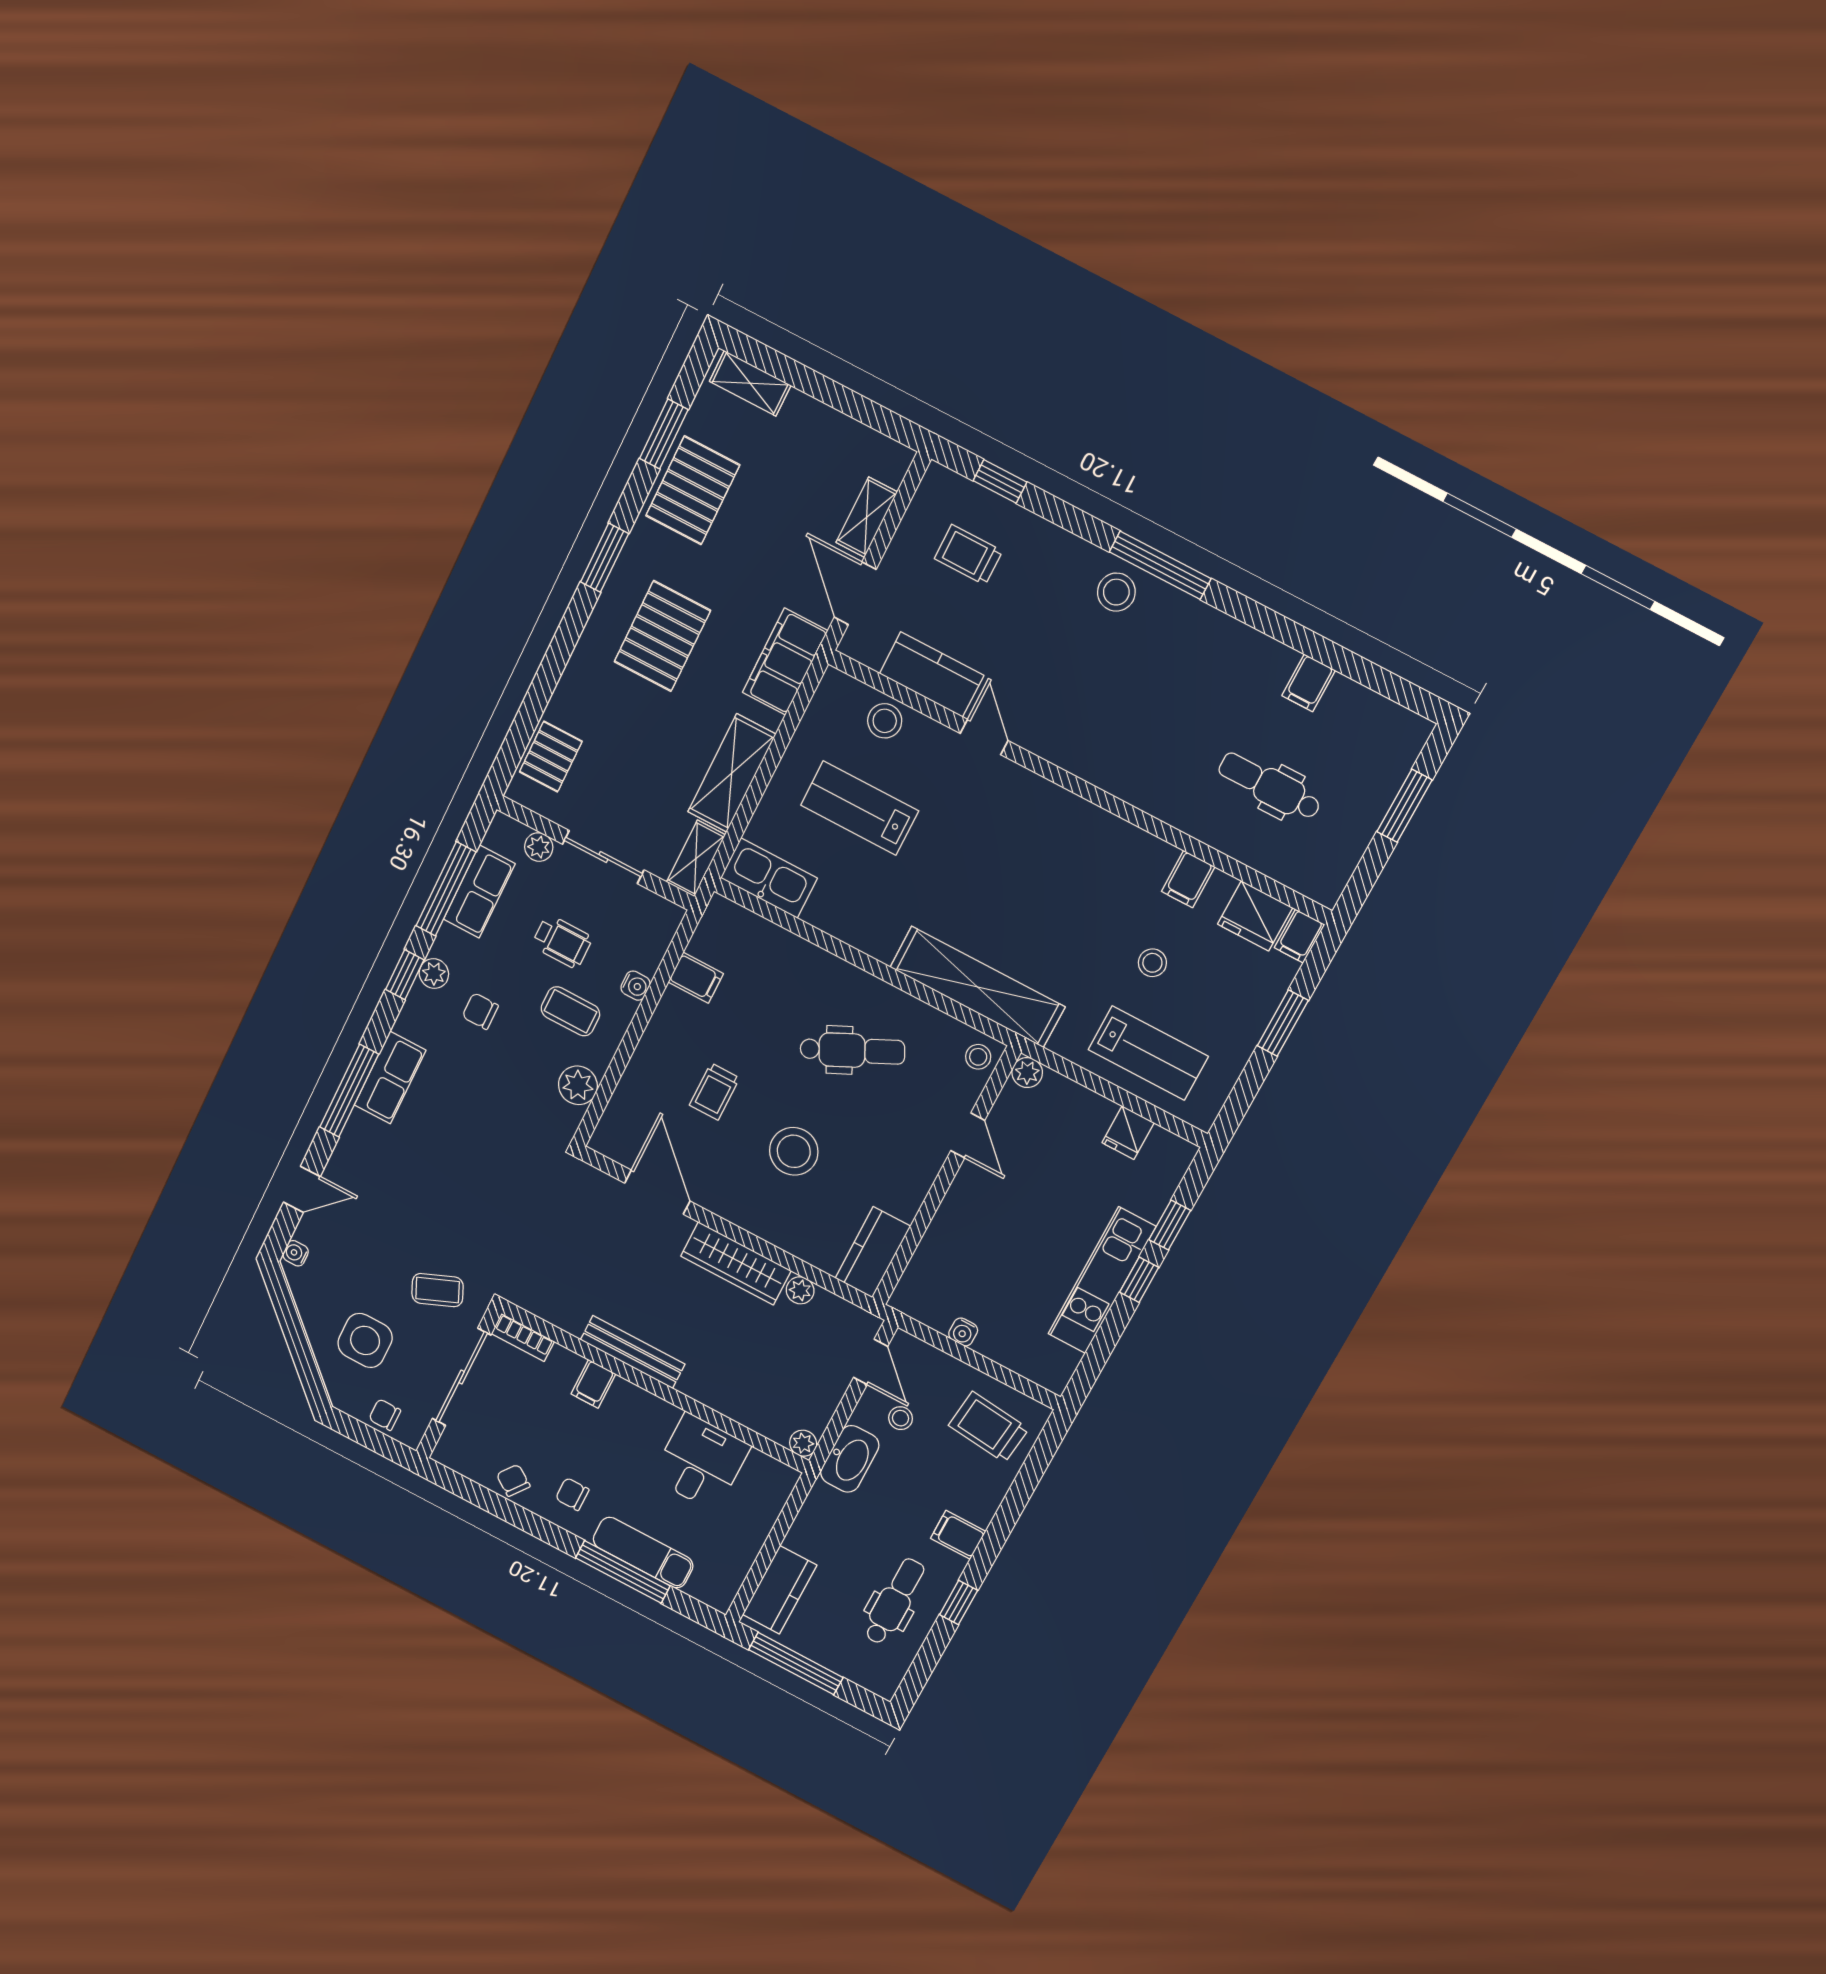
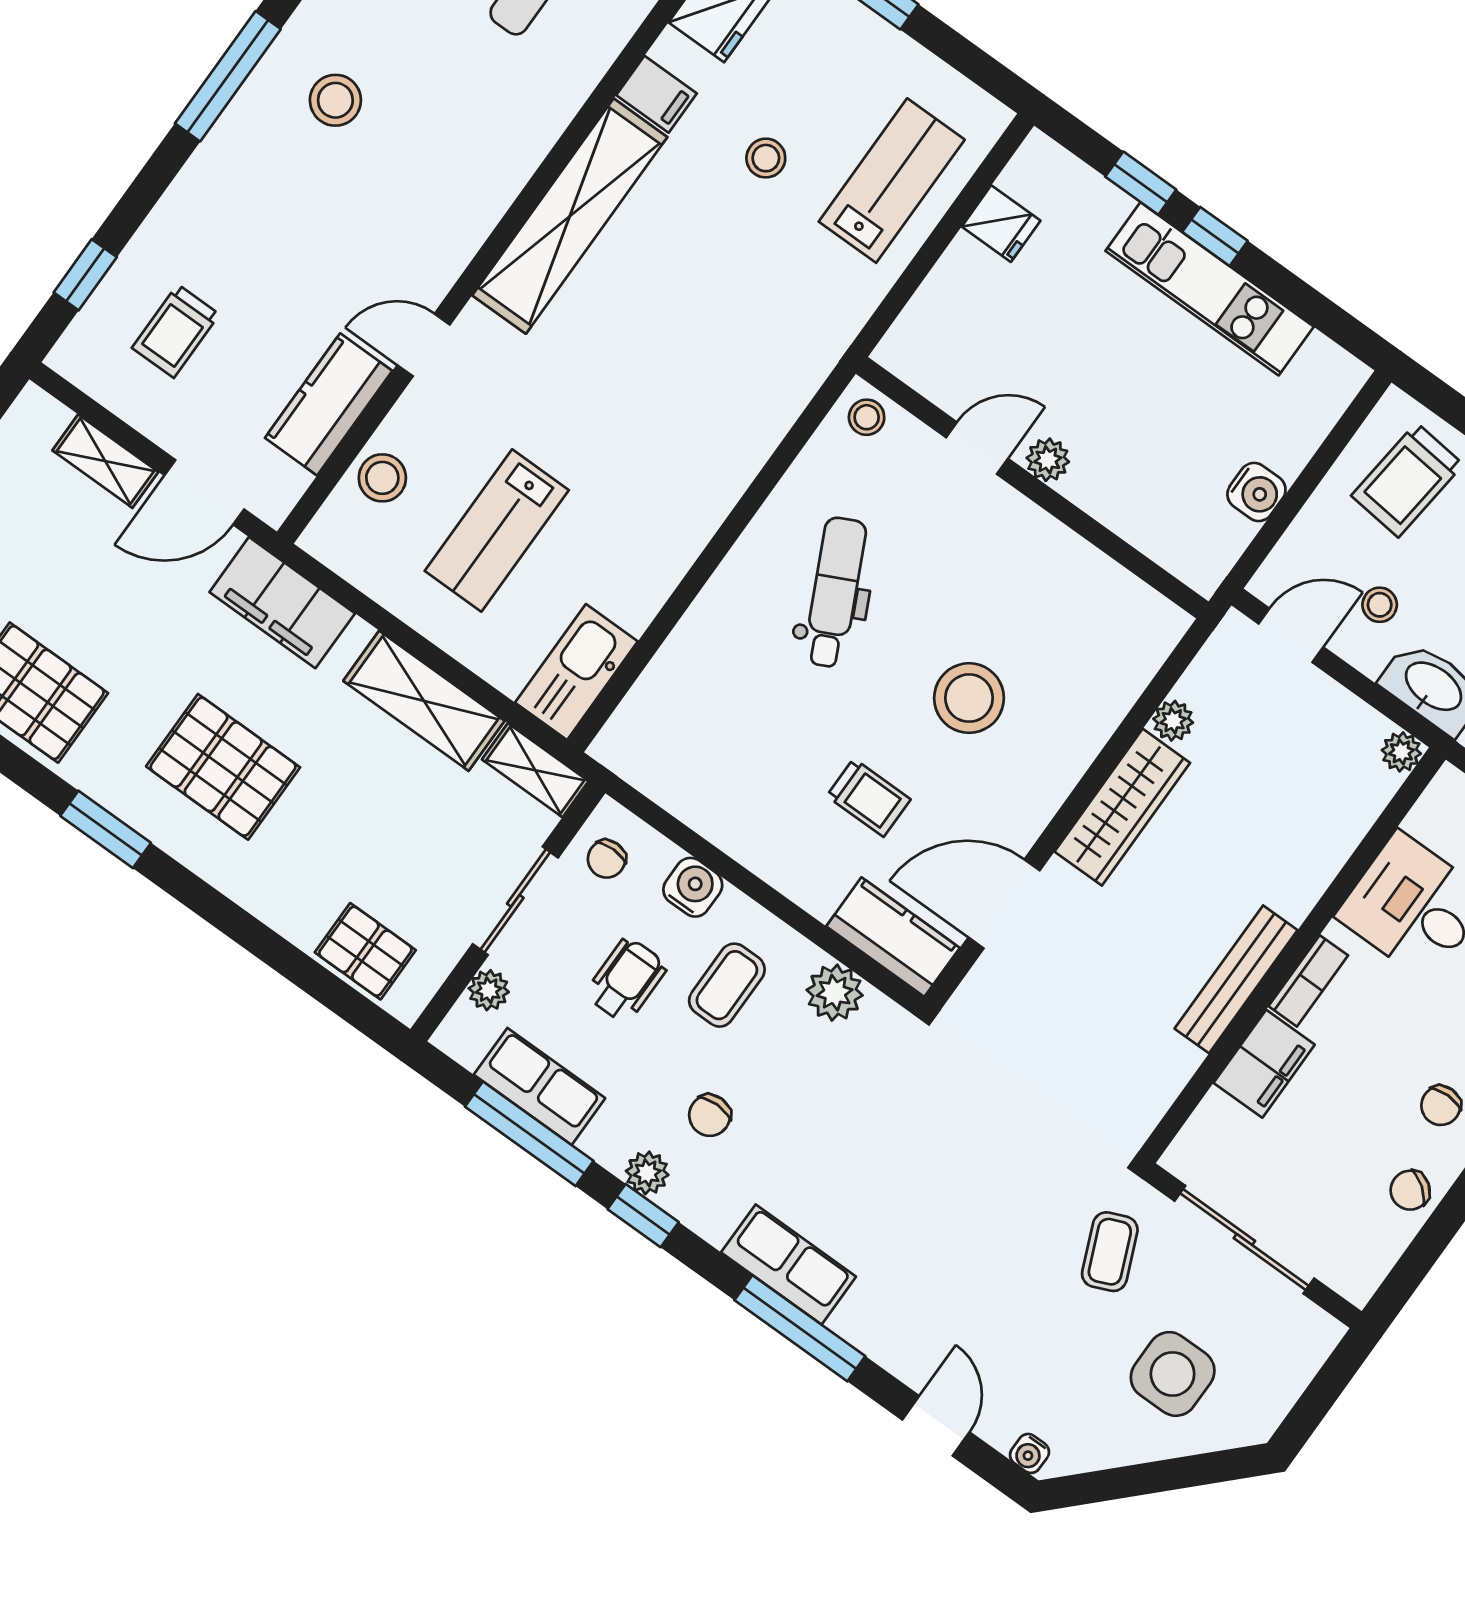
stool: (1116, 592) -> (335, 100), moved
filing cabinet: (696, 978) -> (703, 798), removed
water cooler: (635, 986) -> (693, 887), width x1.38, depth x1.38
shelving: (977, 987) -> (570, 216), moved
plant: (1027, 1073) -> (1048, 460), moved
kitchen counter: (873, 1252) -> (893, 937), moved, turned 180
water cooler: (963, 1332) -> (1256, 492), width x1.38, depth x1.38
bookcase: (523, 1338) -> (1308, 981), moved
filing cabinet: (593, 1384) -> (1264, 1064), width x2.00
chair: (385, 1415) -> (607, 859), moved

